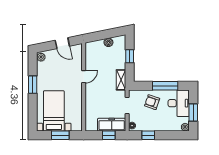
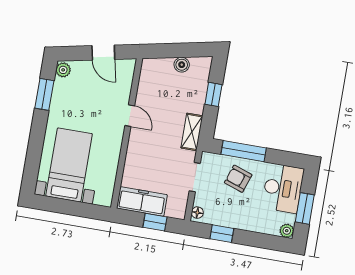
door: (84, 77) -> (130, 116), hinge flipped
window: (33, 85) -> (44, 94), moved
window: (165, 86) -> (244, 151), moved
freezer: (112, 125) -> (142, 201), moved
window: (60, 135) -> (73, 208), removed

